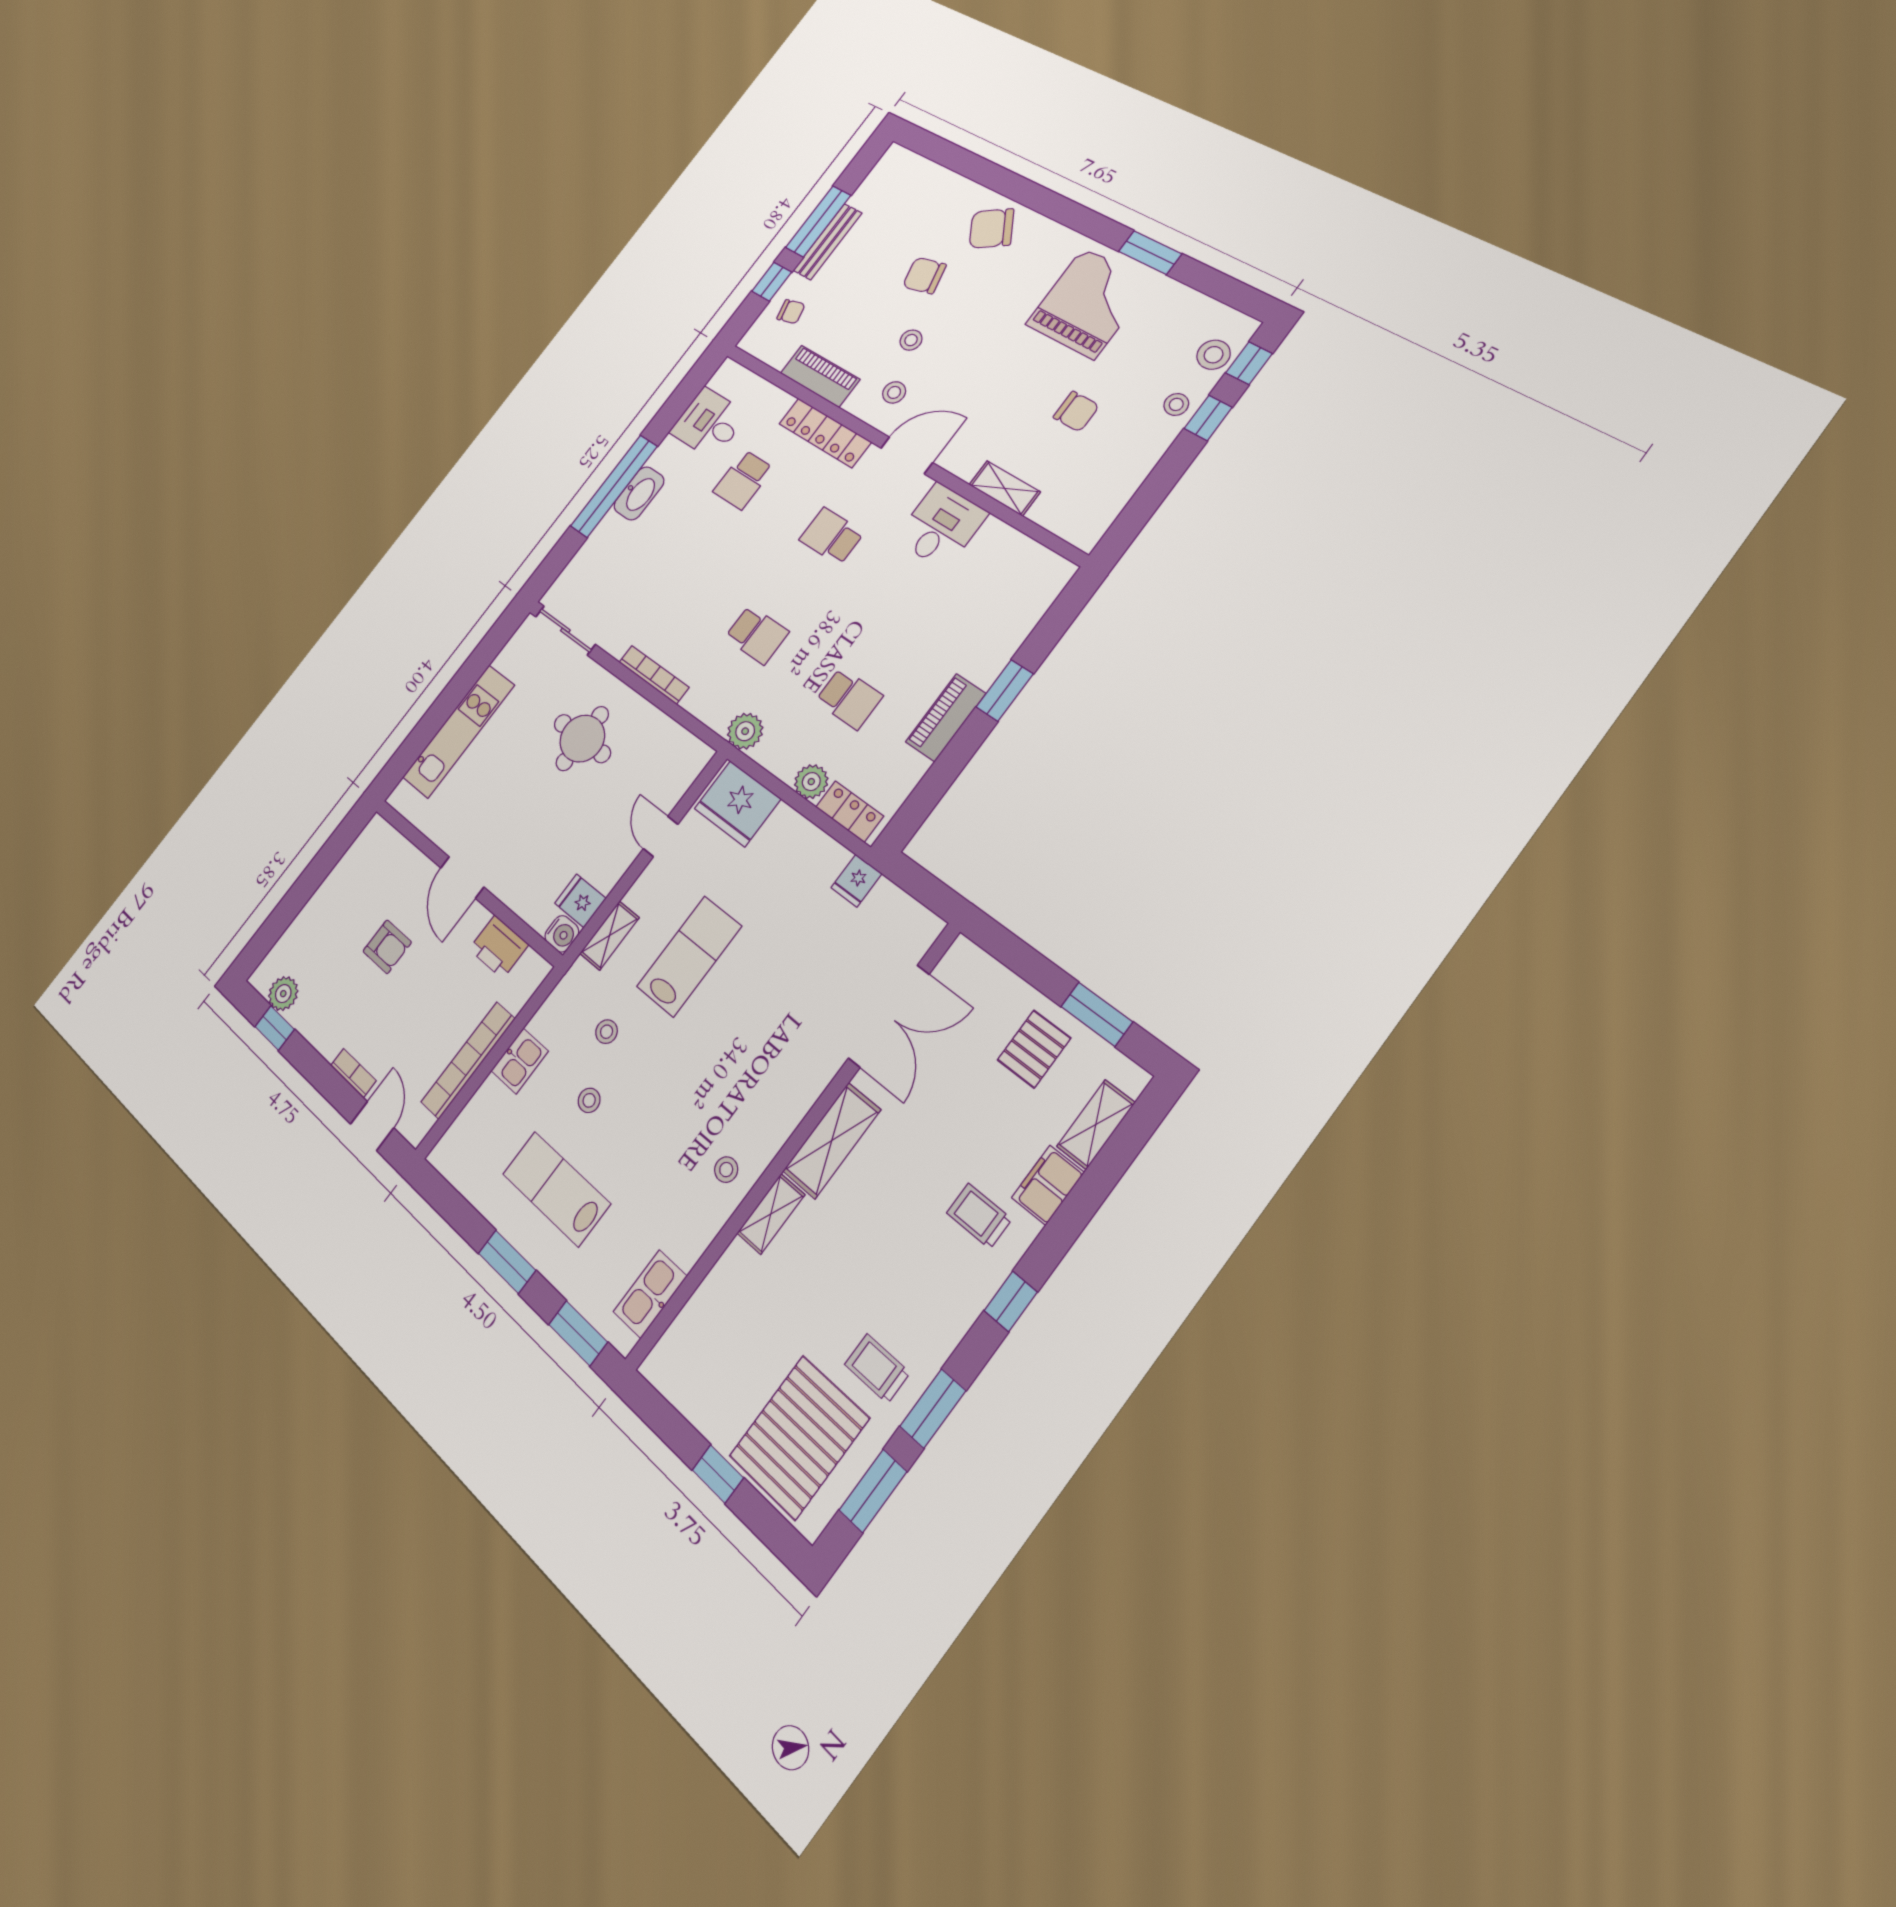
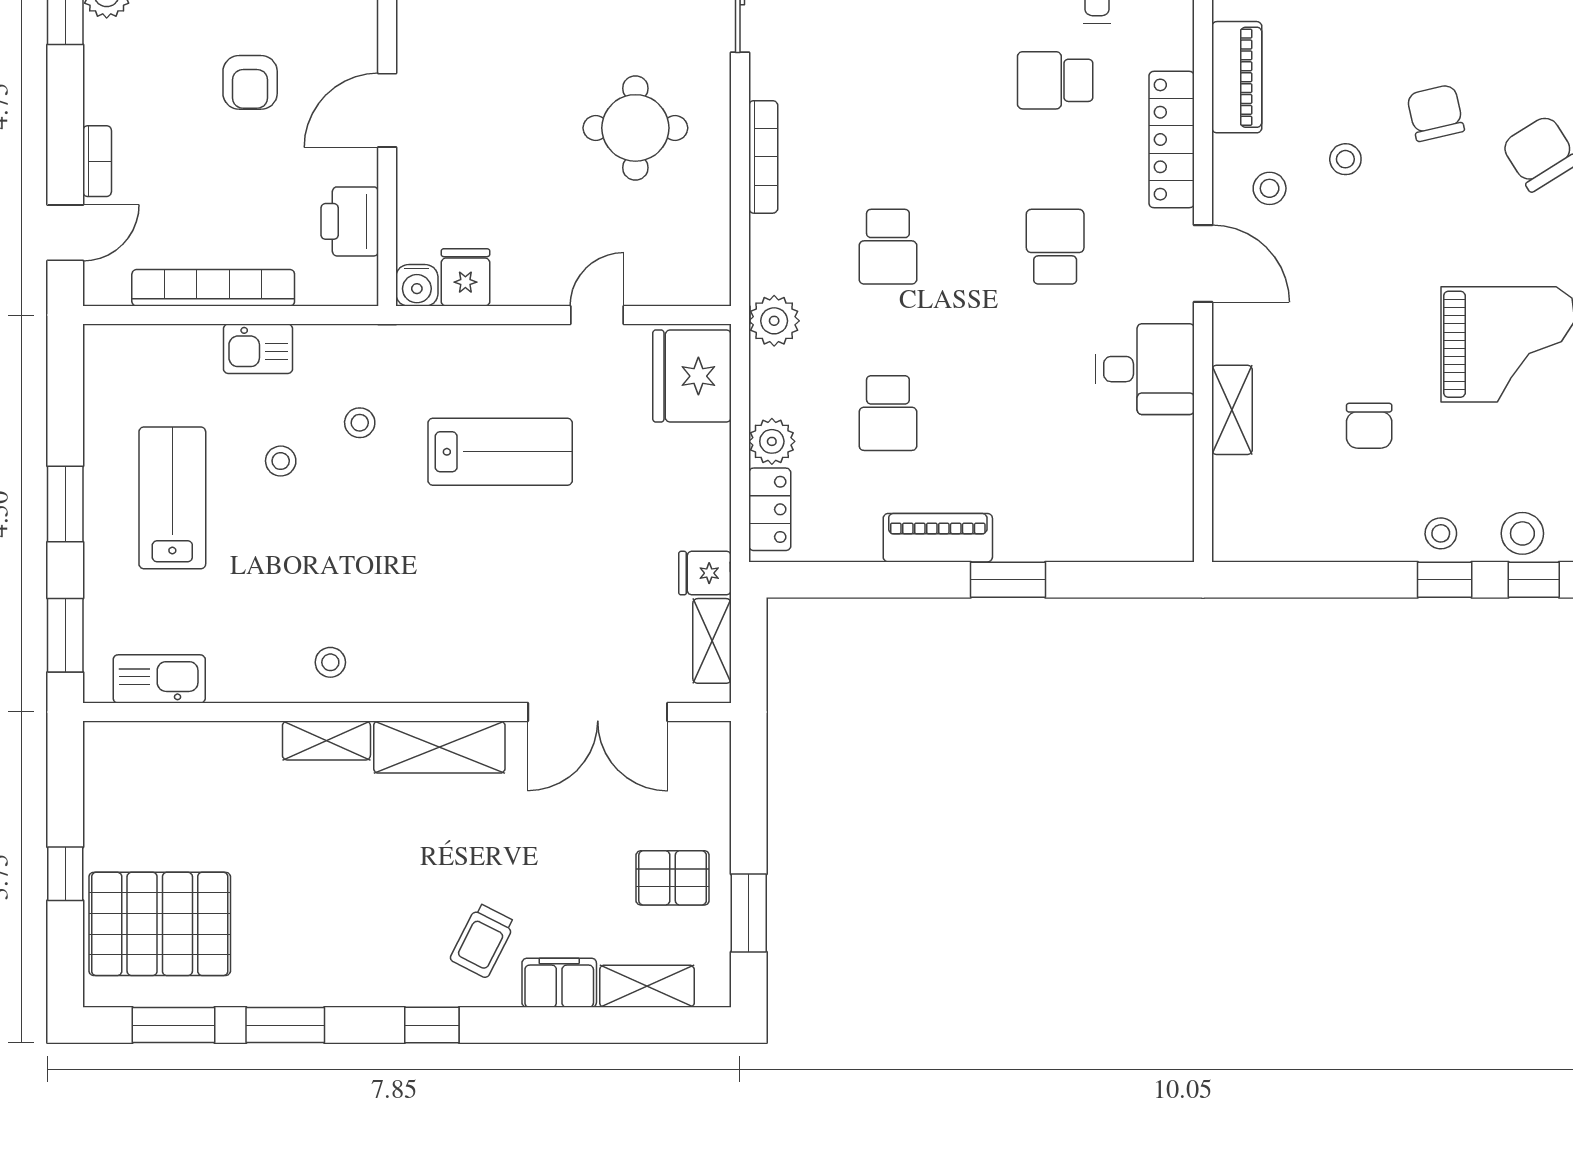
shelving: (609, 936) -> (712, 641), moved, turned 90
trolley: (979, 1216) -> (483, 941), turned -153
trolley: (877, 1369) -> (276, 949), removed

